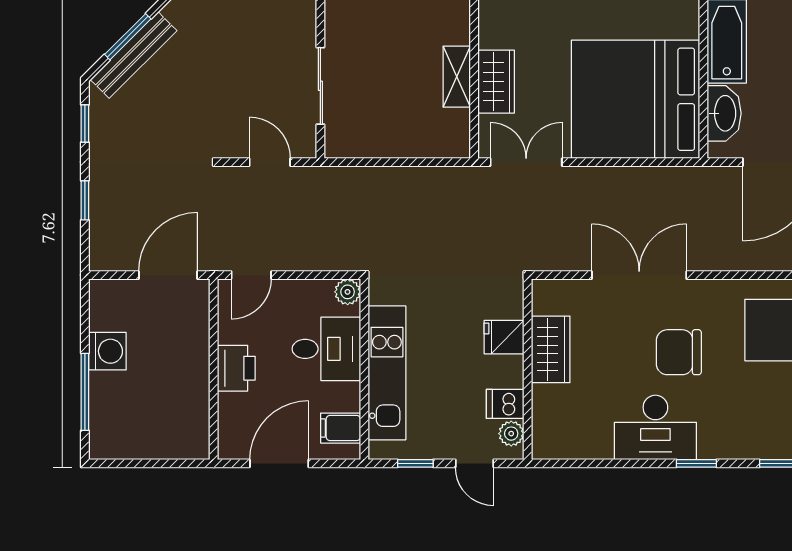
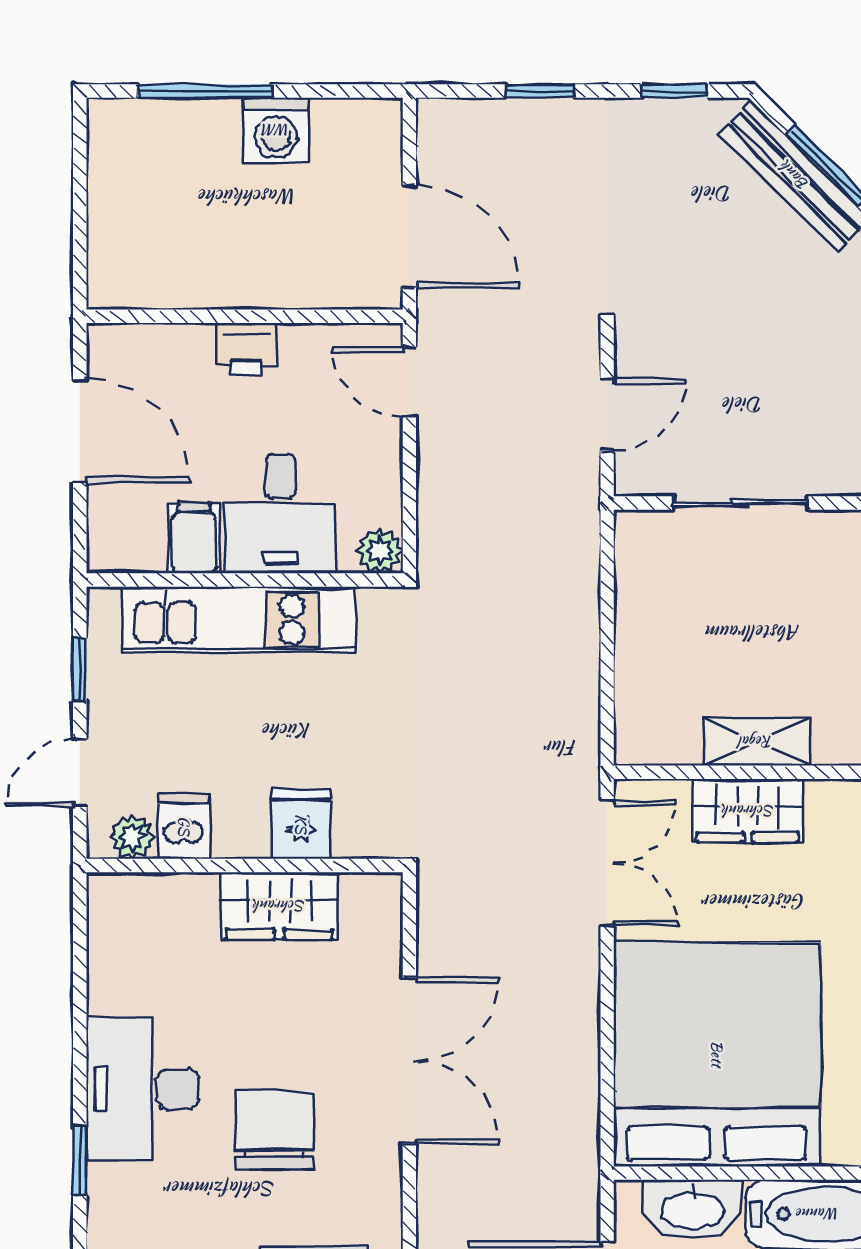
printer: (236, 368) -> (246, 350), width x0.73, depth x0.81
filing cabinet: (341, 428) -> (194, 538), moved

